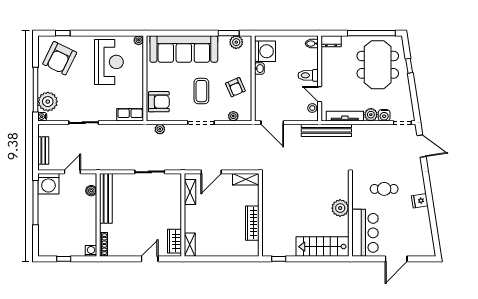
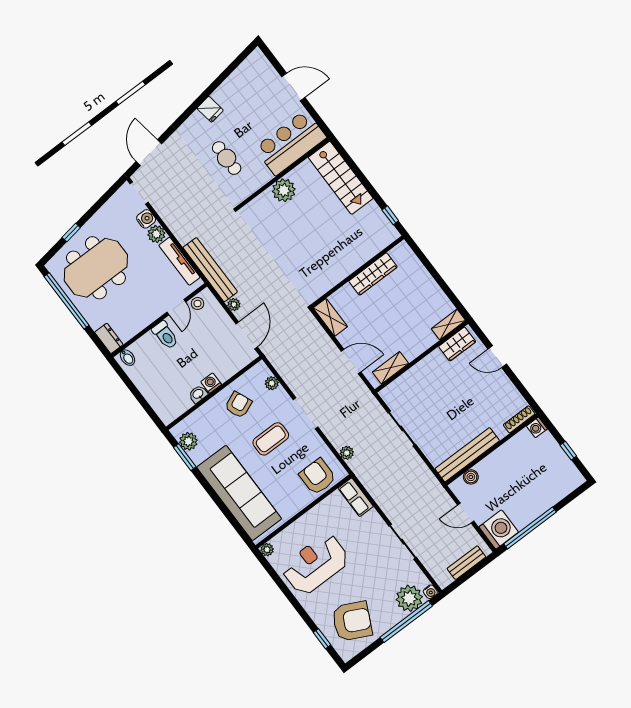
washing machine: (265, 51) -> (211, 383), moved, width x0.53, depth x0.53
plant: (296, 129) -> (234, 304), added

